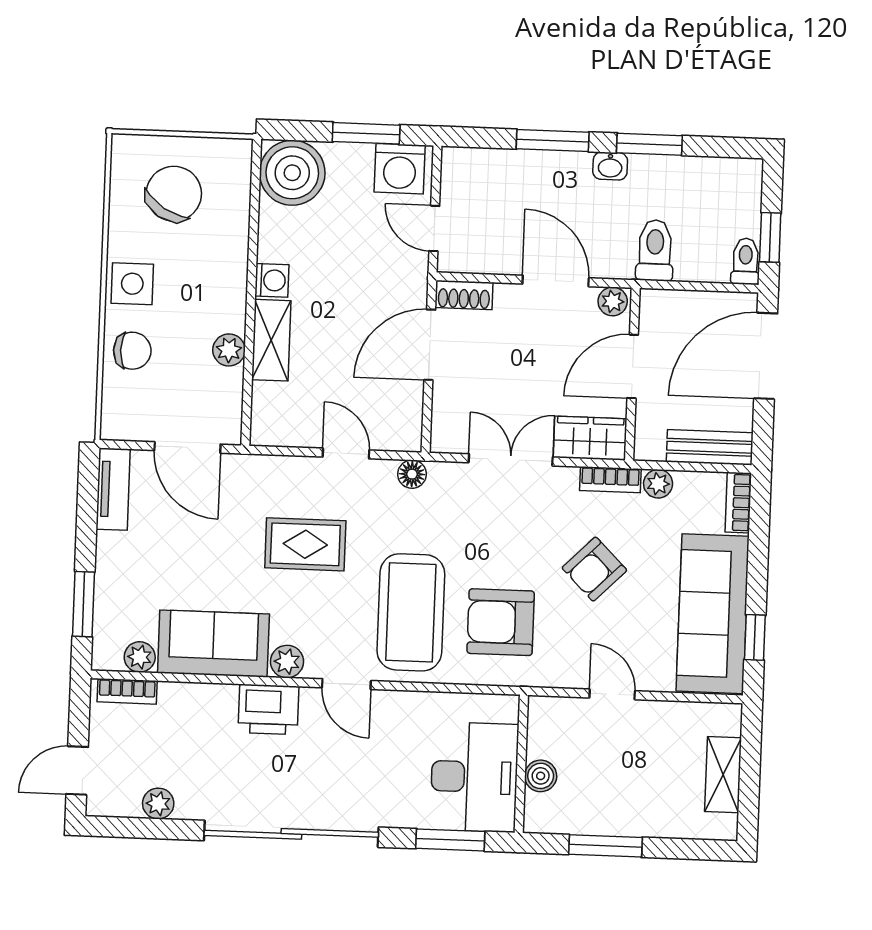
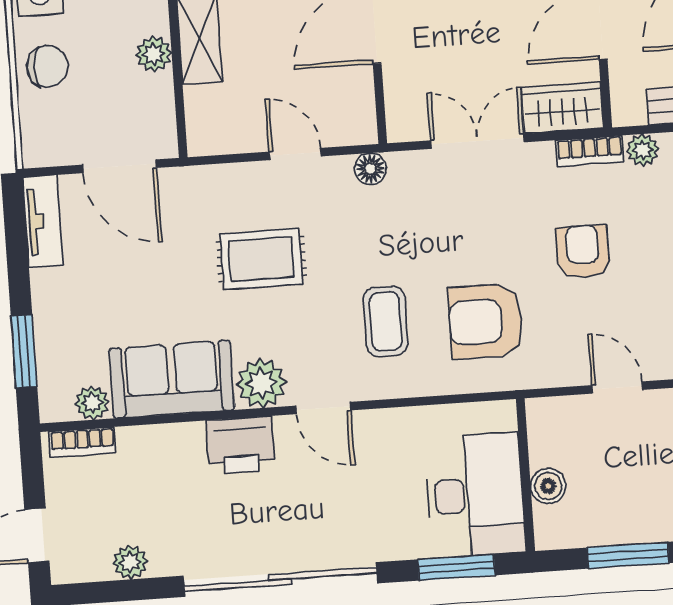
armchair: (594, 569) -> (583, 252), turned 135
coffee table: (411, 612) -> (386, 321), width x0.54, depth x0.58
plant: (287, 662) -> (261, 383), width x1.38, depth x1.38

